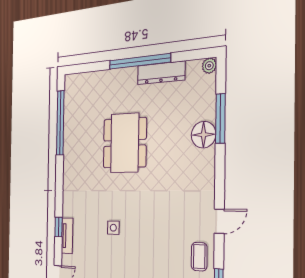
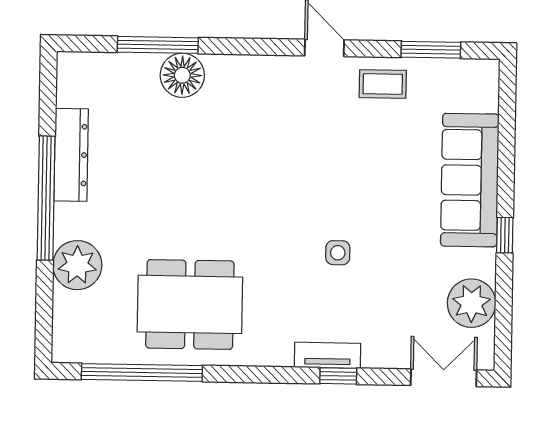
plant: (209, 66) -> (77, 265), moved, width x1.87, depth x1.87
dining table: (125, 143) -> (190, 304), moved
tv unit: (67, 236) -> (327, 355), moved

